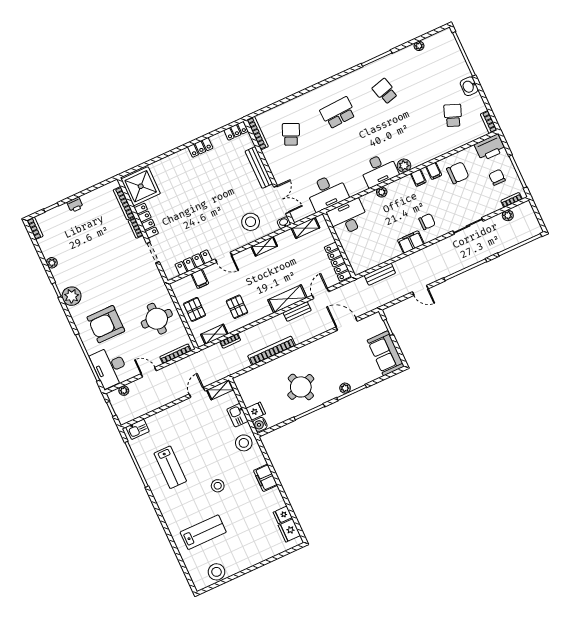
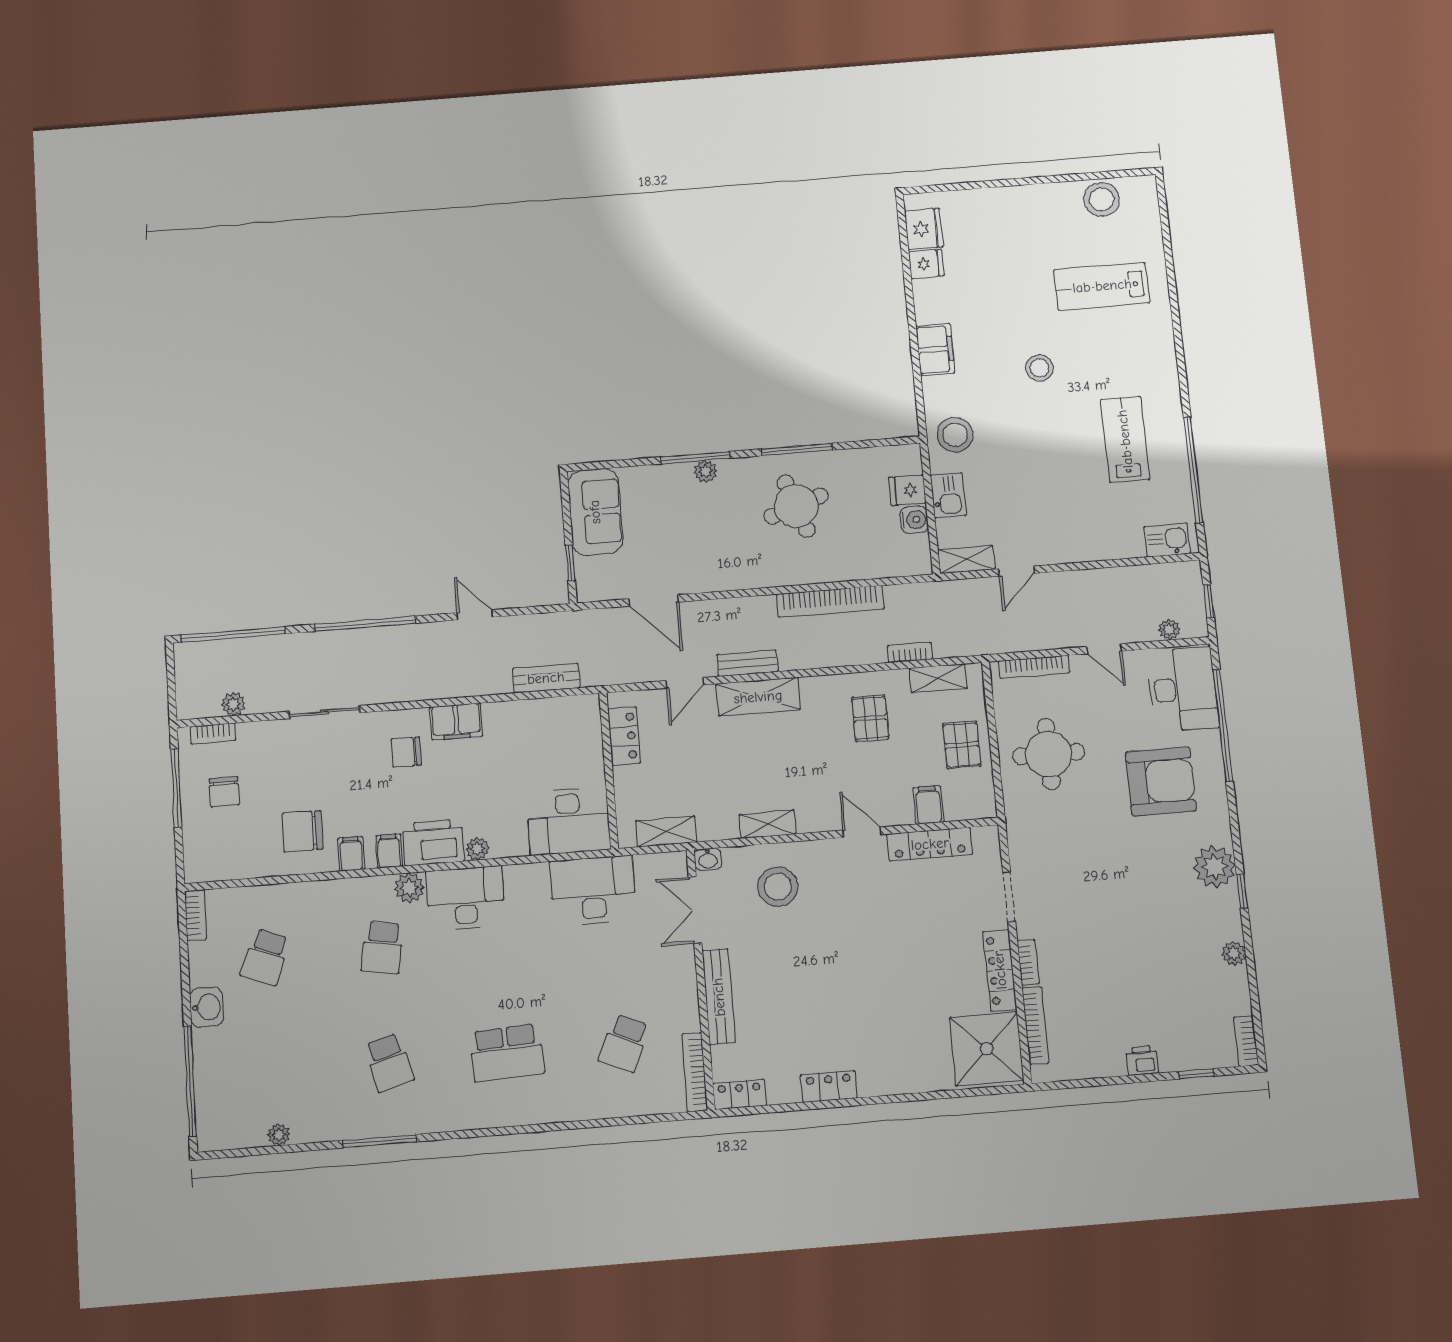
school desk: (406, 137) -> (382, 948), added
printer: (490, 147) -> (433, 842), moved
locker: (338, 262) -> (624, 736), width x0.66
water cooler: (260, 424) -> (914, 520), moved

